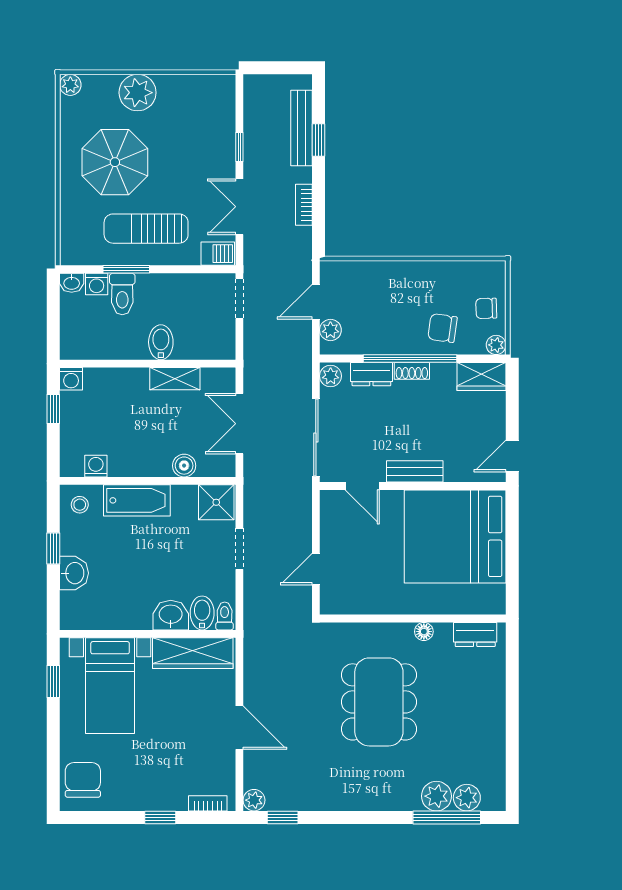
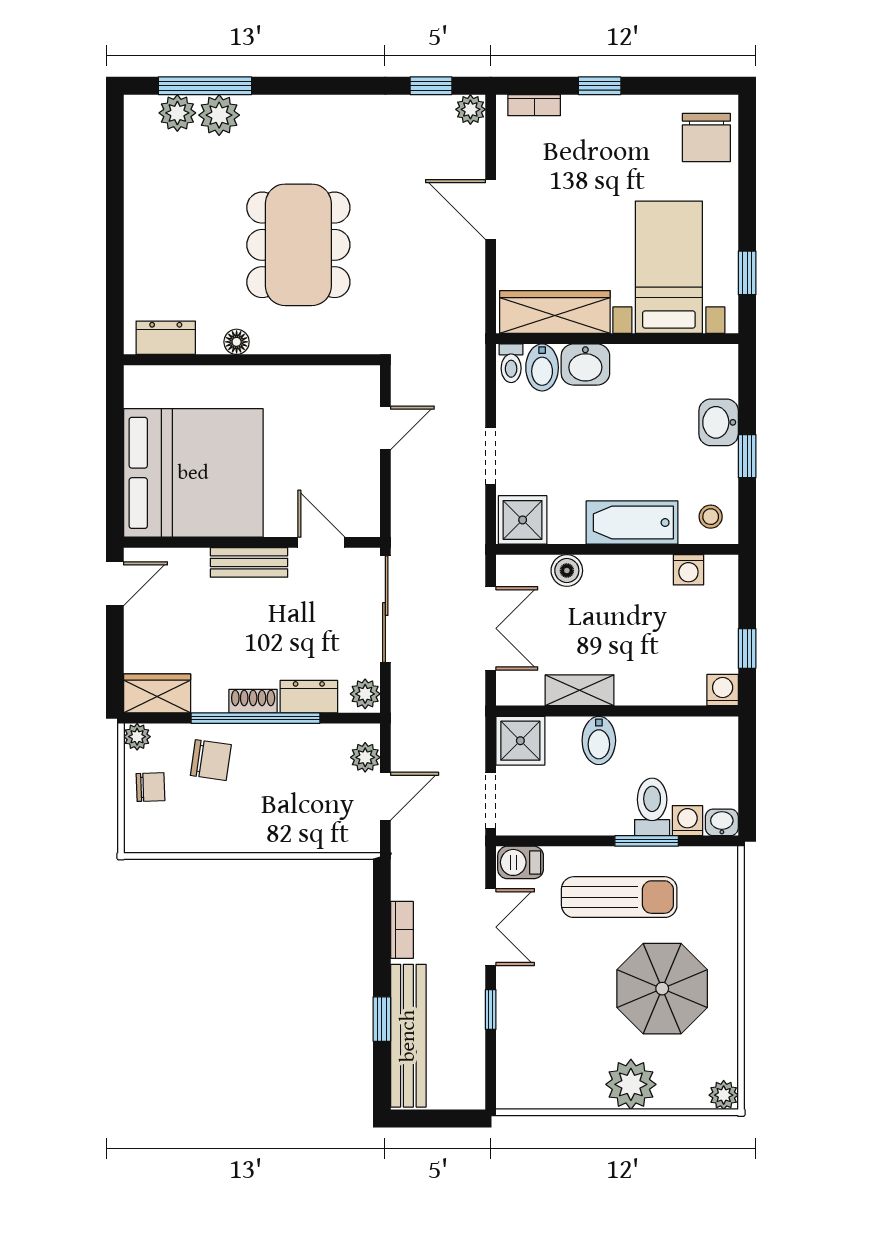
bench: (301, 128) -> (408, 1036), width x1.37, depth x1.21
shower: (218, 342) -> (520, 741), added

